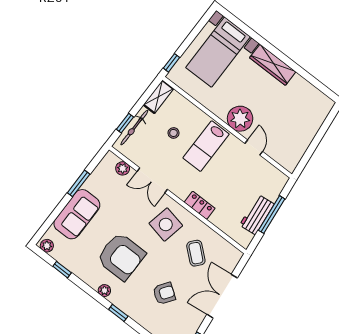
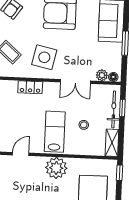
plant: (240, 119) -> (56, 168), moved
door: (254, 148) -> (21, 154), swing flipped
floor lamp: (113, 159) -> (113, 77), added
double door: (152, 180) -> (75, 82), swing flipped

